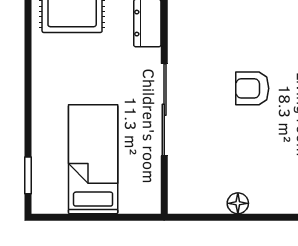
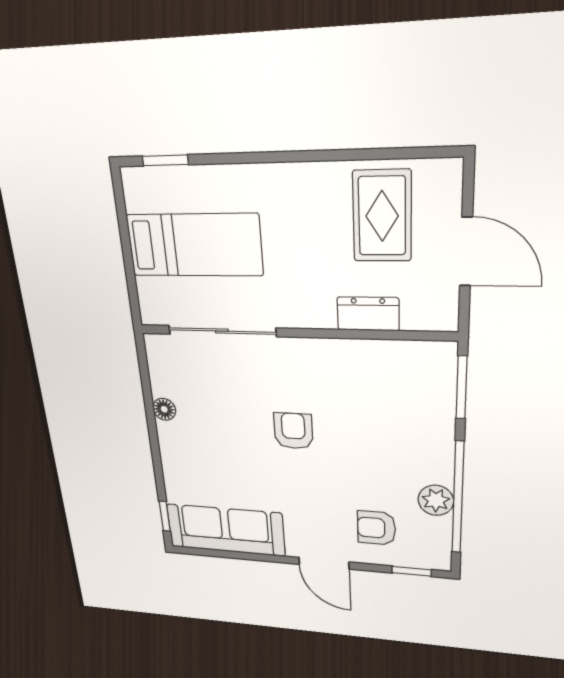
sliding door: (164, 110) -> (222, 331), moved

